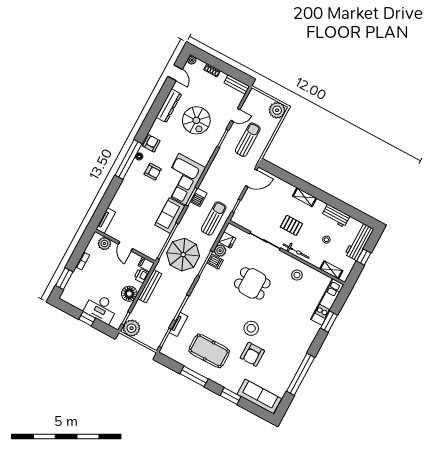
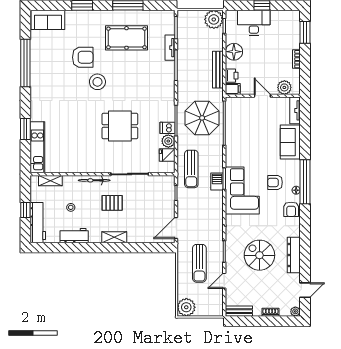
door: (175, 73) -> (305, 290), swing flipped
sofa: (170, 216) -> (290, 142), moved, turned 180
stool: (297, 275) -> (81, 158), removed
armchair: (252, 354) -> (83, 57), turned 90
sofa: (259, 396) -> (48, 20), width x0.73

